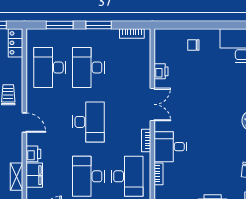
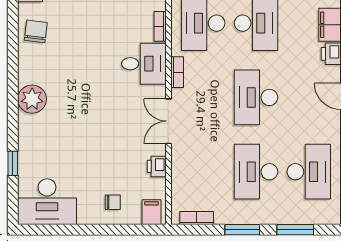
filing cabinet: (165, 38) -> (151, 212), added
desk: (88, 67) -> (256, 172), turned 180

